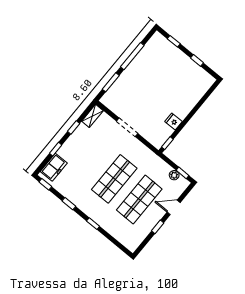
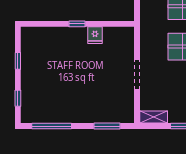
window: (132, 56) -> (52, 126), moved
window: (167, 143) -> (77, 24), moved

